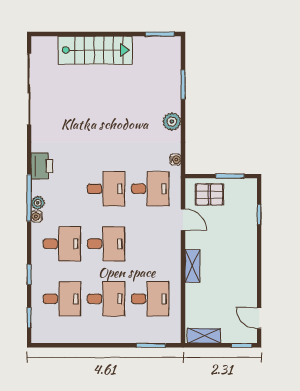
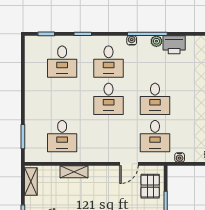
plant: (38, 203) -> (156, 41), moved
shelving: (192, 266) -> (74, 172), moved
desk: (106, 299) -> (62, 99), removed

